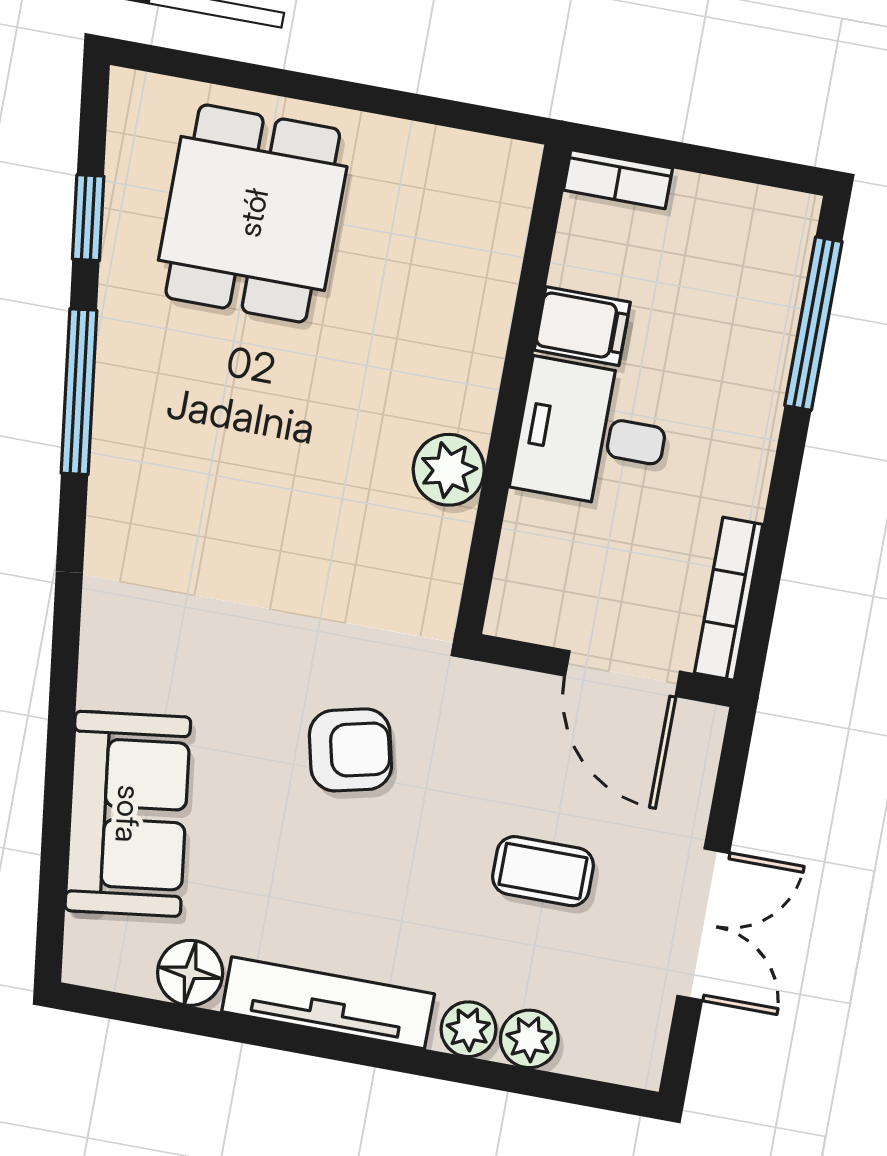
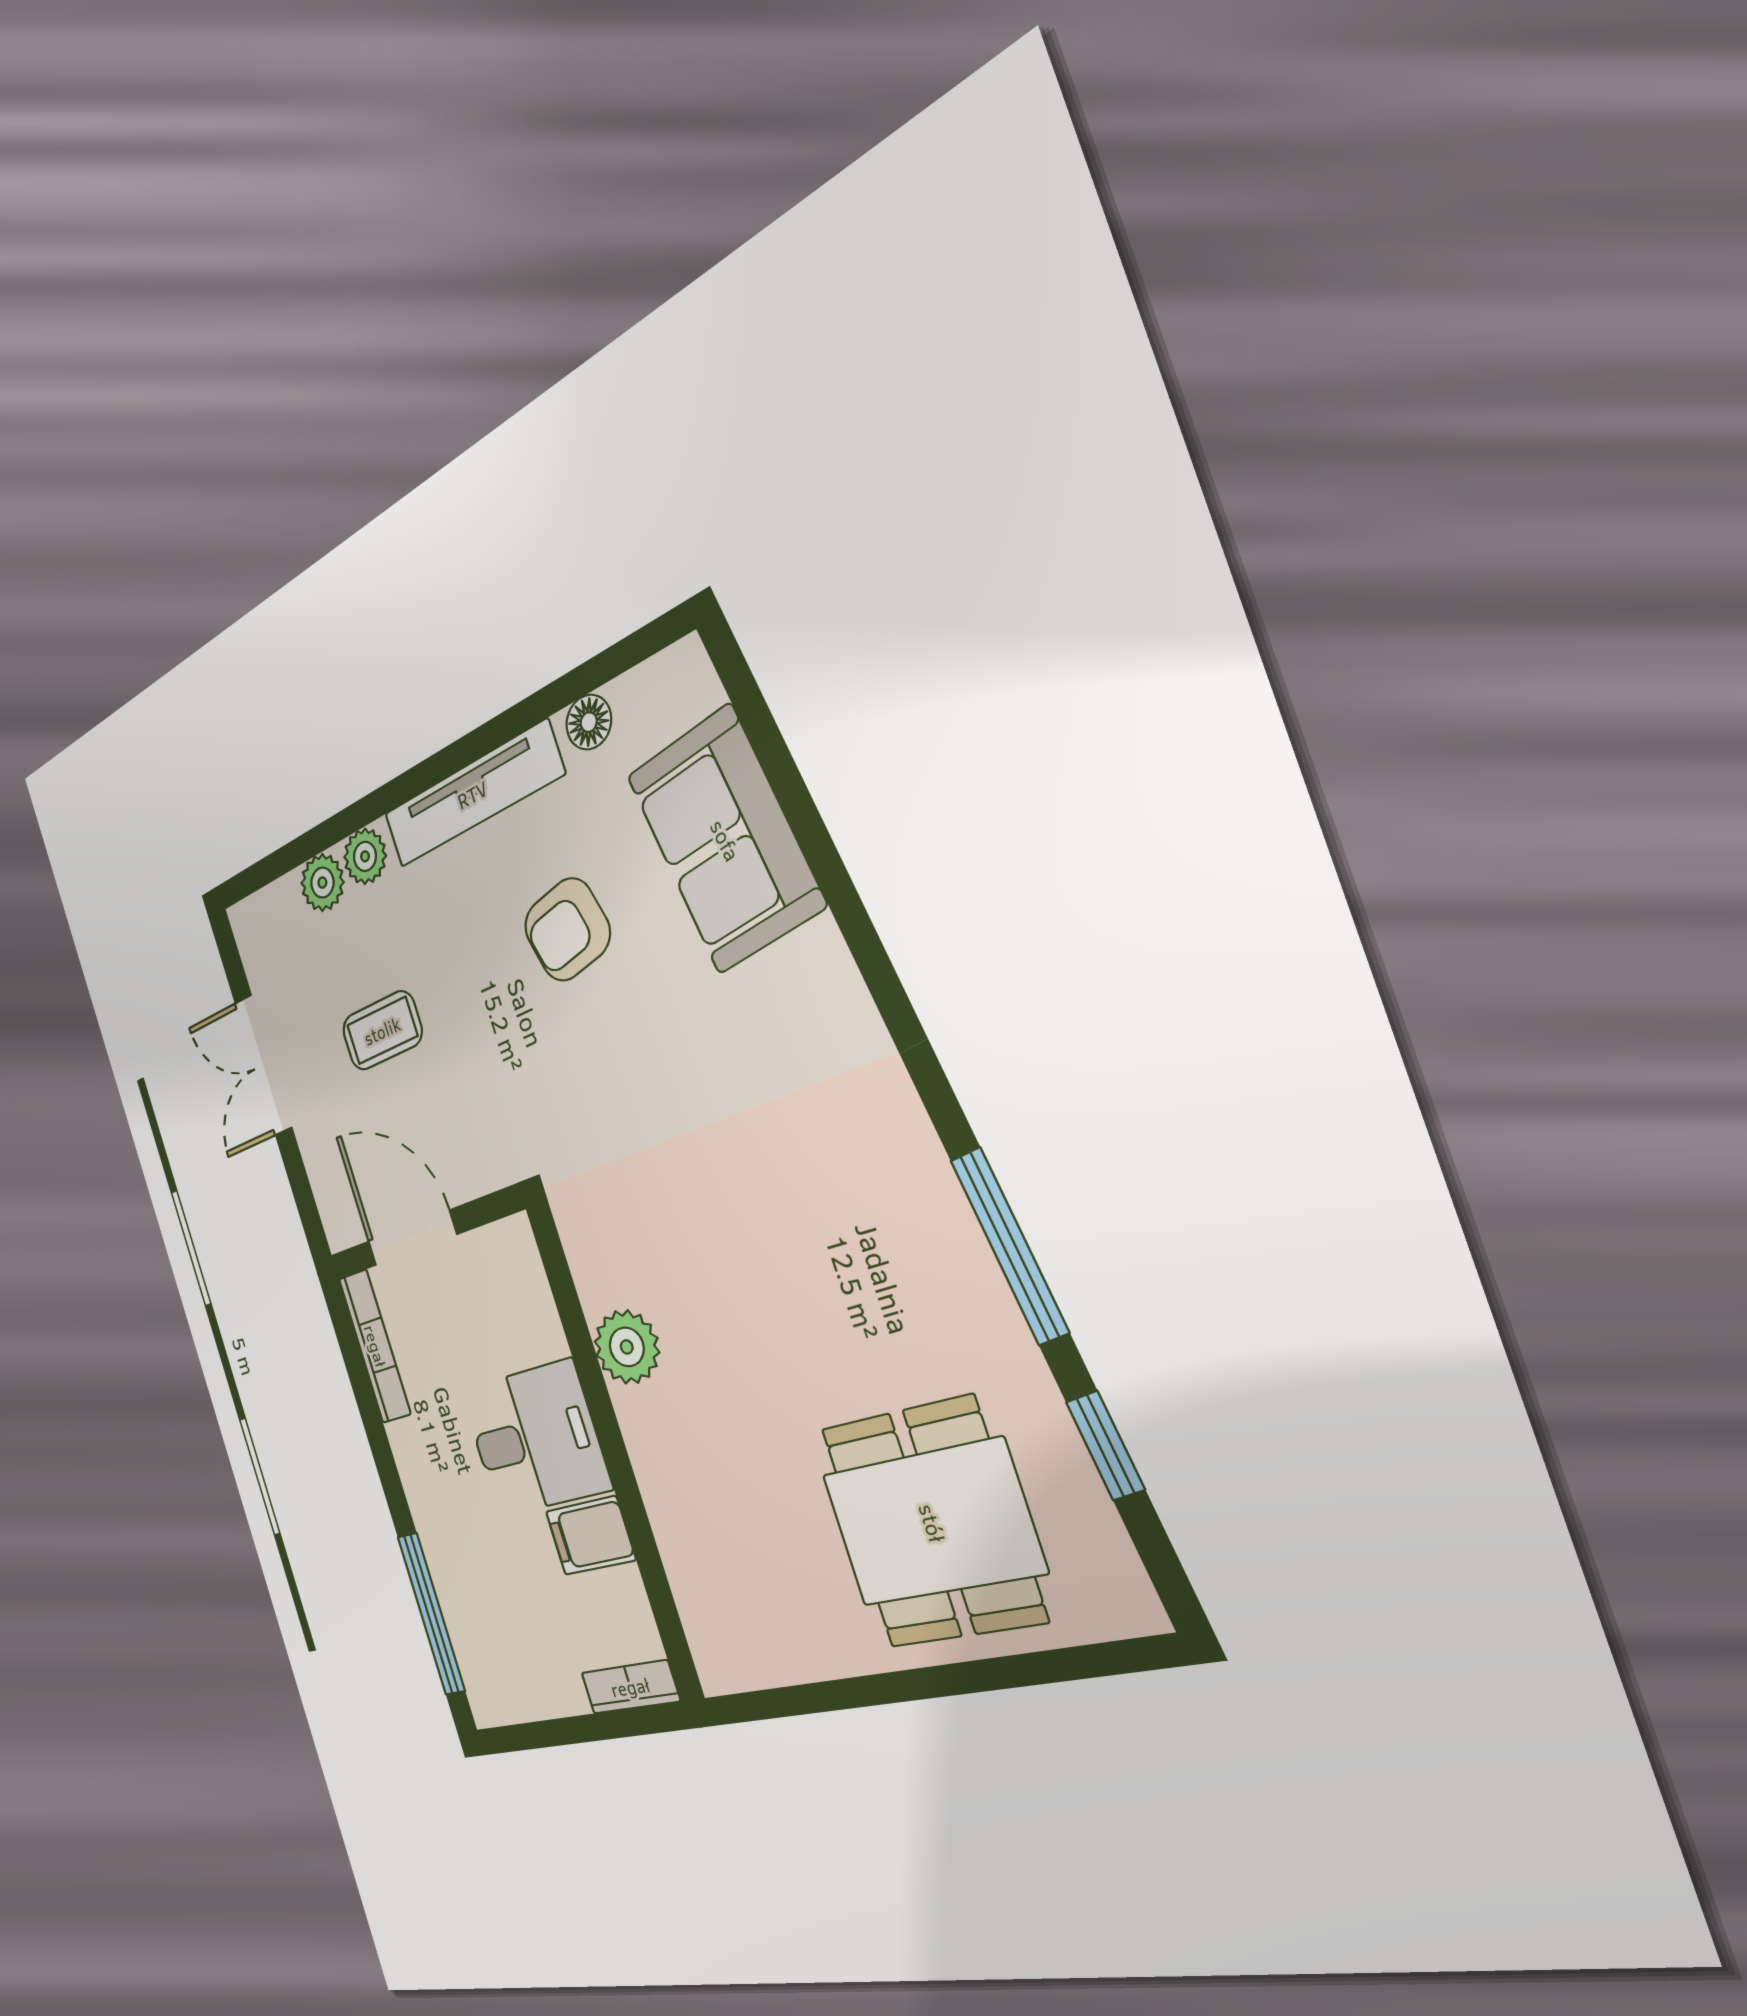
armchair: (350, 750) -> (567, 930), moved
floor lamp: (190, 973) -> (589, 722), width x0.73, depth x0.73

